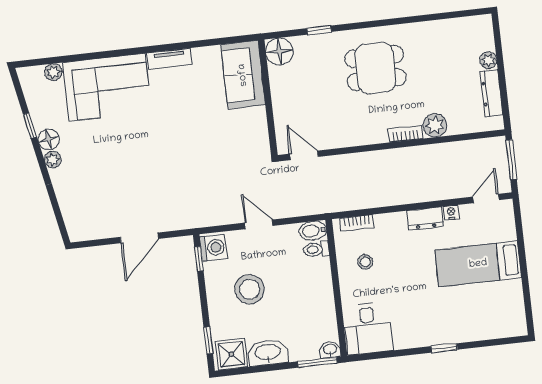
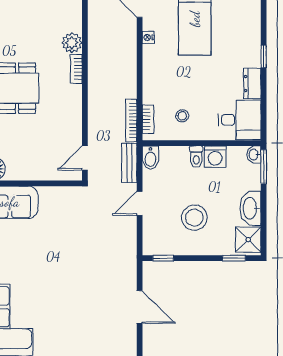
bookcase: (353, 204) -> (131, 121), added
bench: (304, 207) -> (129, 163), added
dresser: (425, 218) -> (252, 84), moved, turned 180
washing machine: (213, 248) -> (215, 157), moved, turned 180
toilet: (316, 249) -> (196, 157), moved

